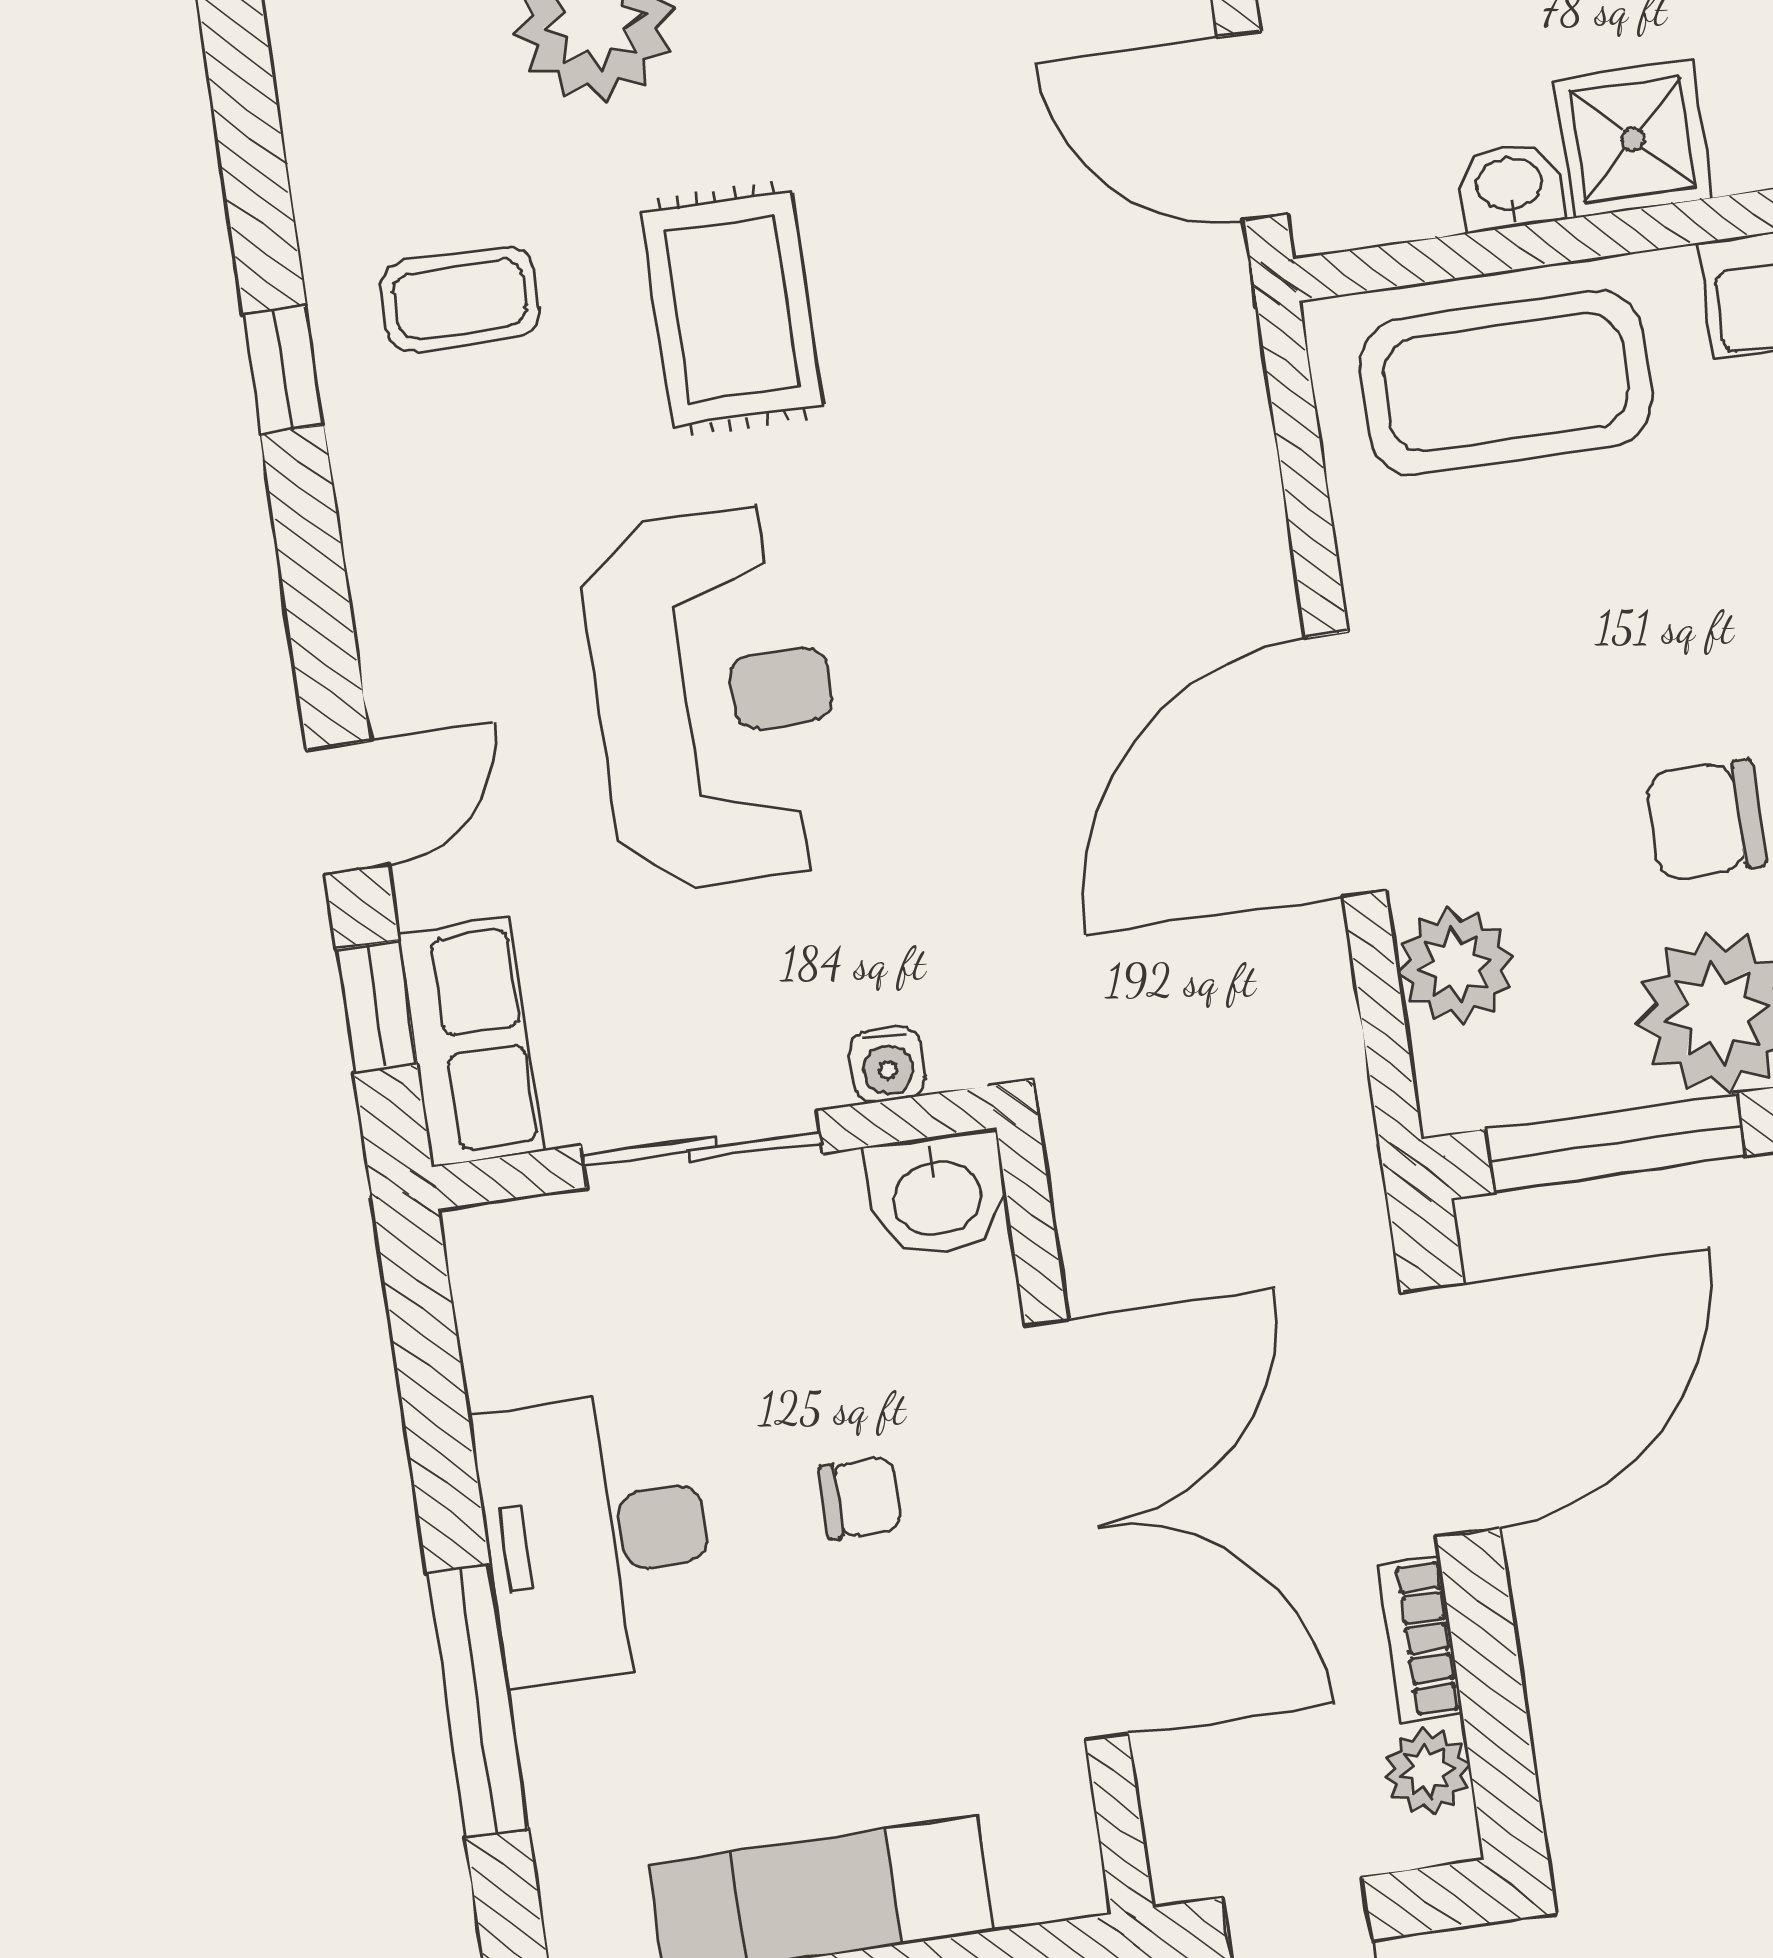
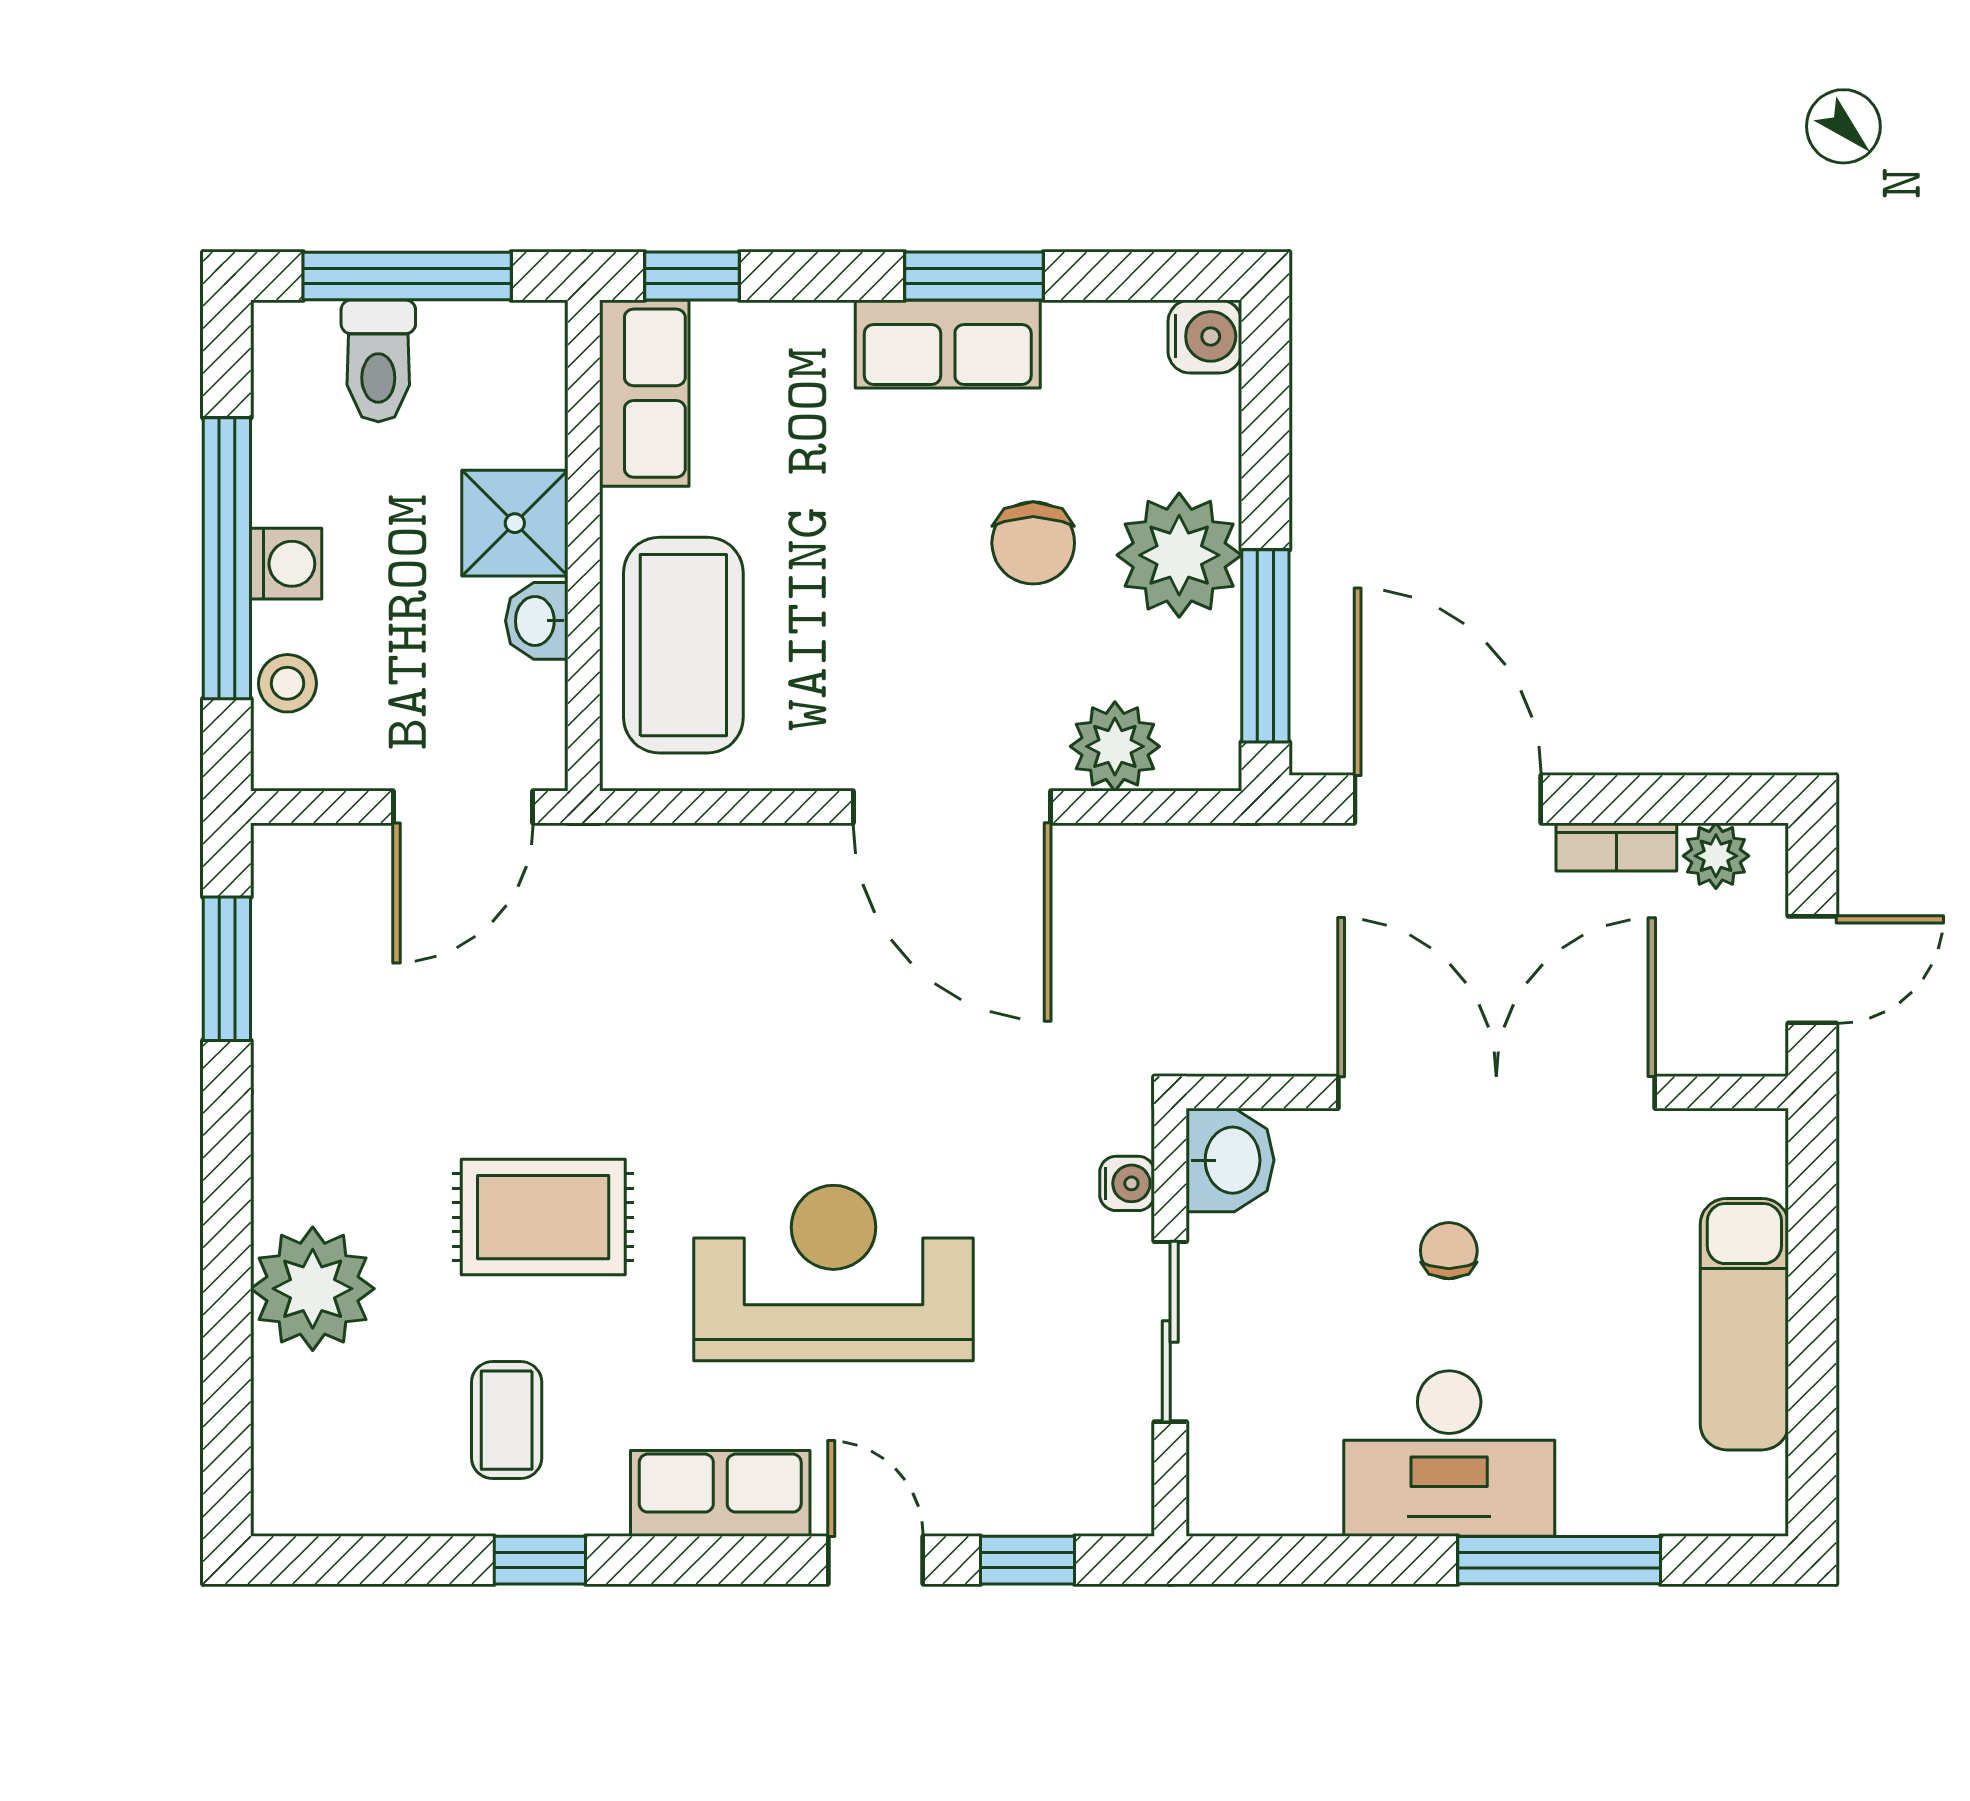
row of seats: (470, 1042) -> (720, 1493), moved

